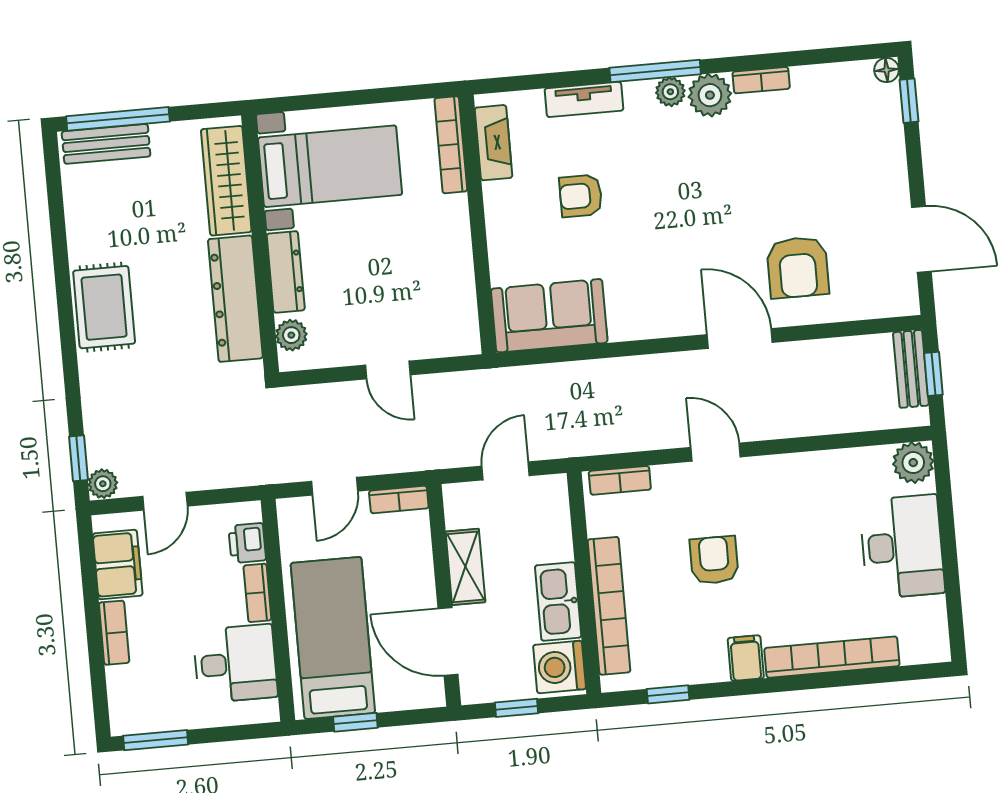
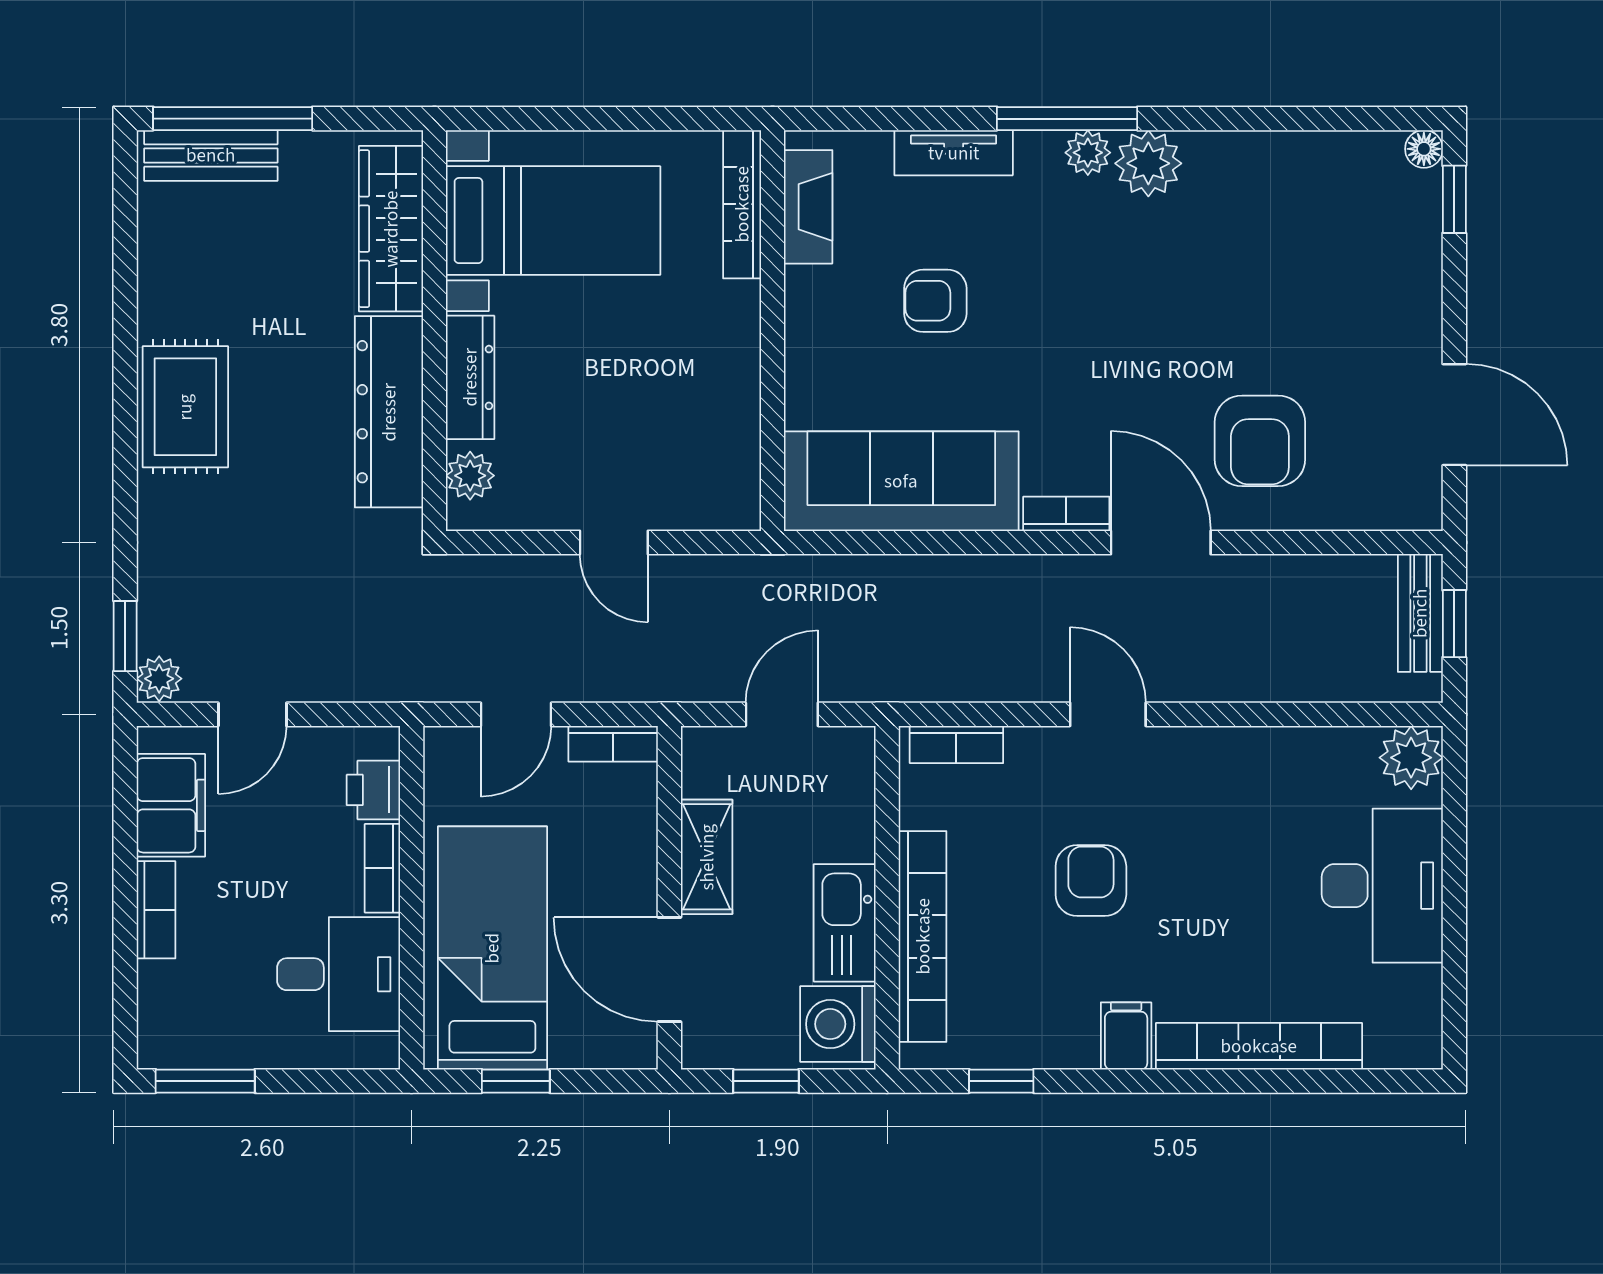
bookcase: (761, 80) -> (1066, 514), moved, turned 180
sofa: (549, 316) -> (901, 481), width x1.36

